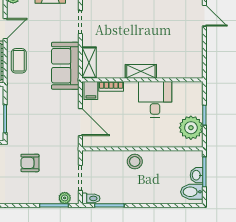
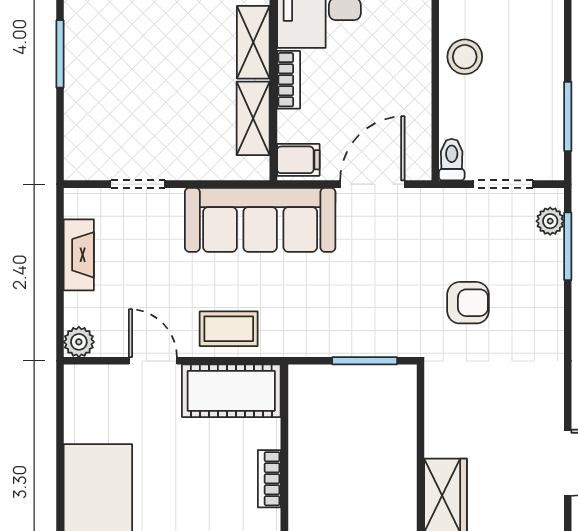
shelving: (89, 63) -> (253, 118), moved, turned 90
sofa: (65, 66) -> (260, 220), width x1.36
bookcase: (111, 86) -> (289, 80), moved
armchair: (30, 163) -> (468, 303), turned -90
toilet: (91, 198) -> (452, 160), moved

